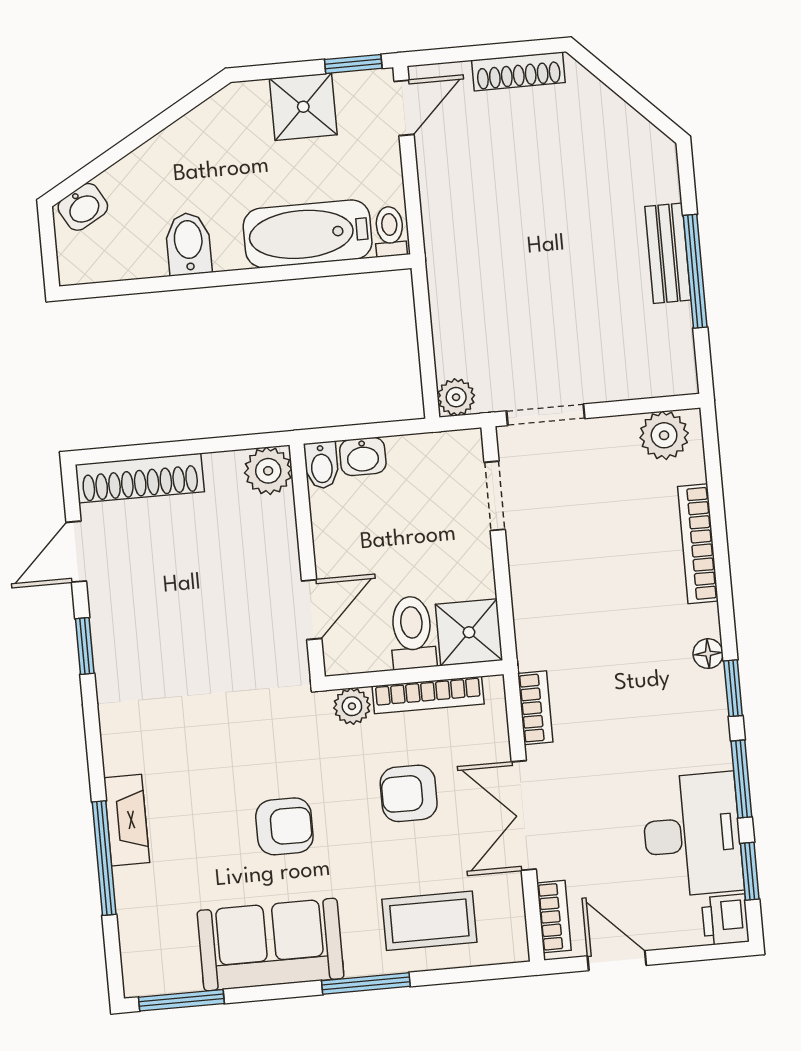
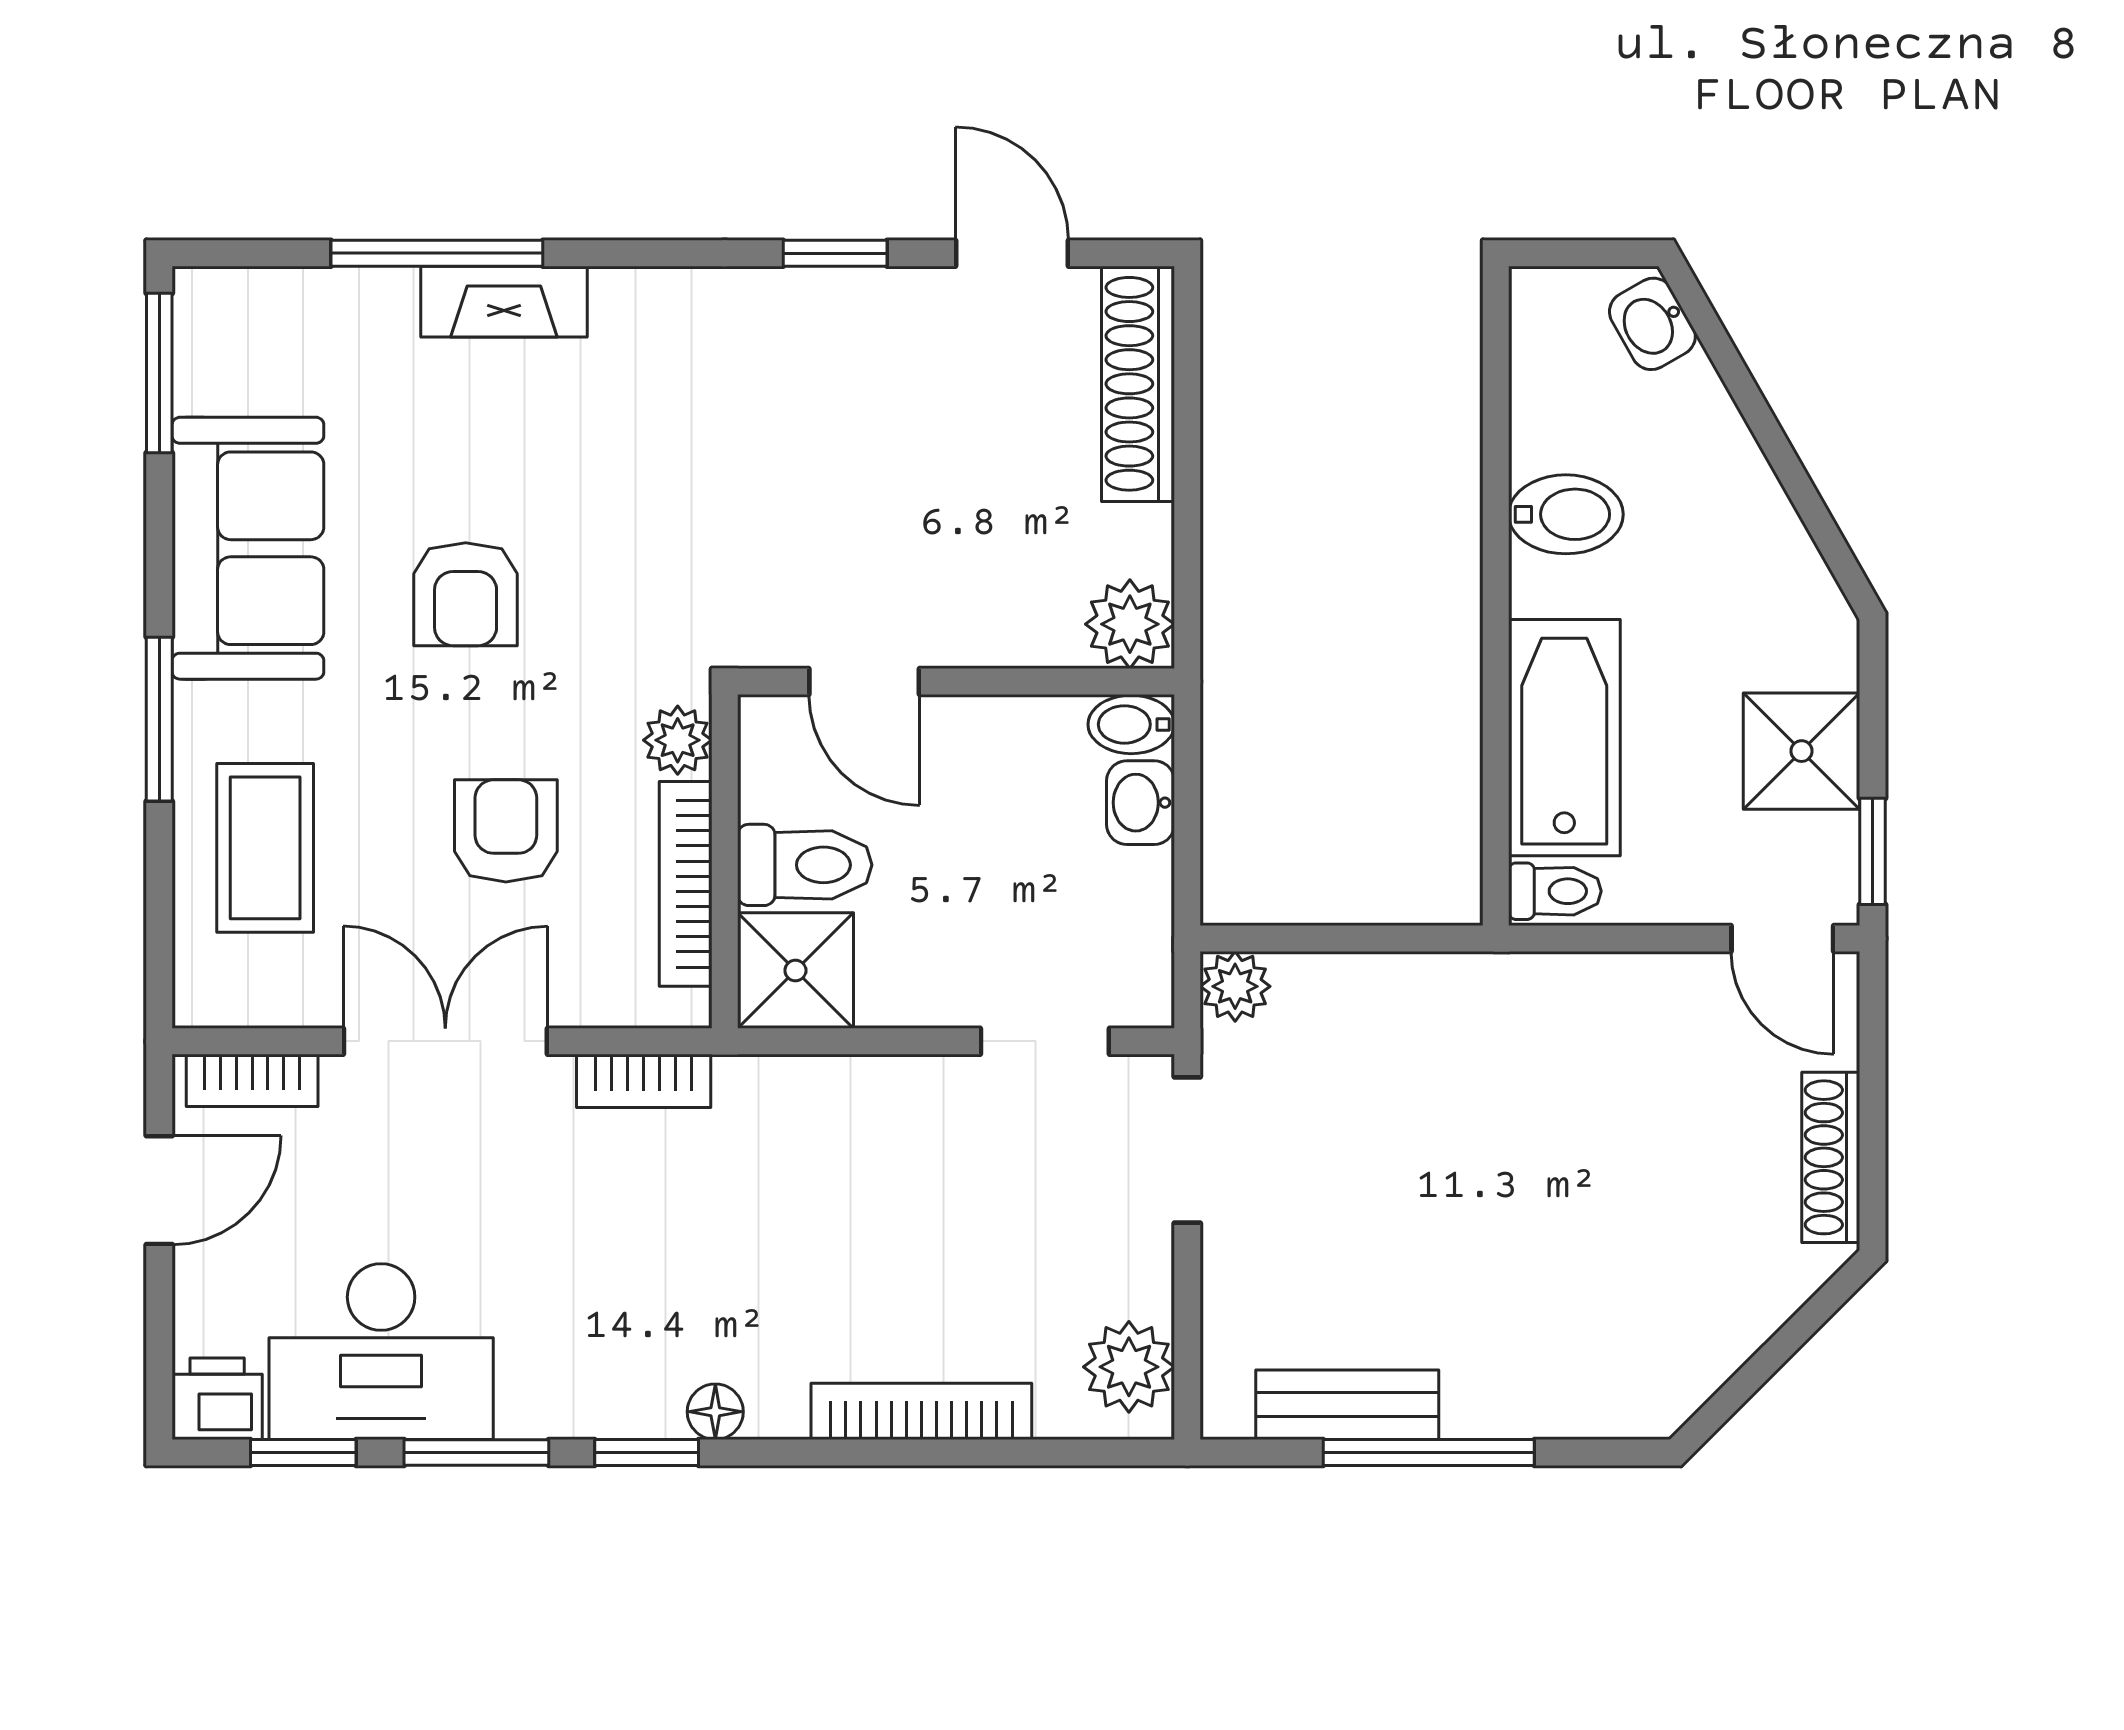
bench: (668, 253) -> (1347, 1405), moved

